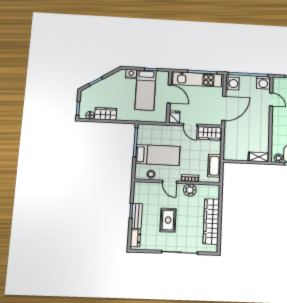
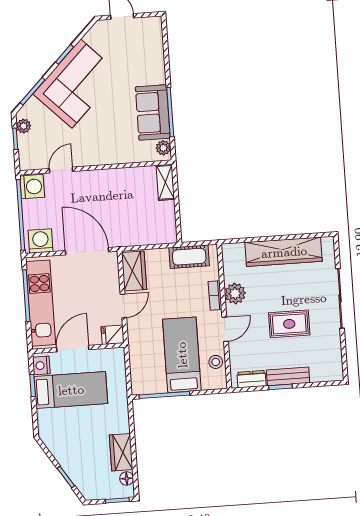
nightstand: (131, 74) -> (41, 365), moved
dresser: (135, 238) -> (252, 379), moved

